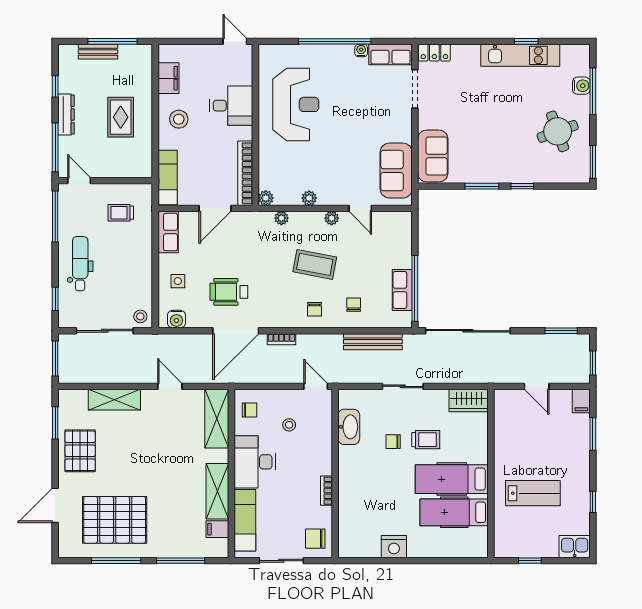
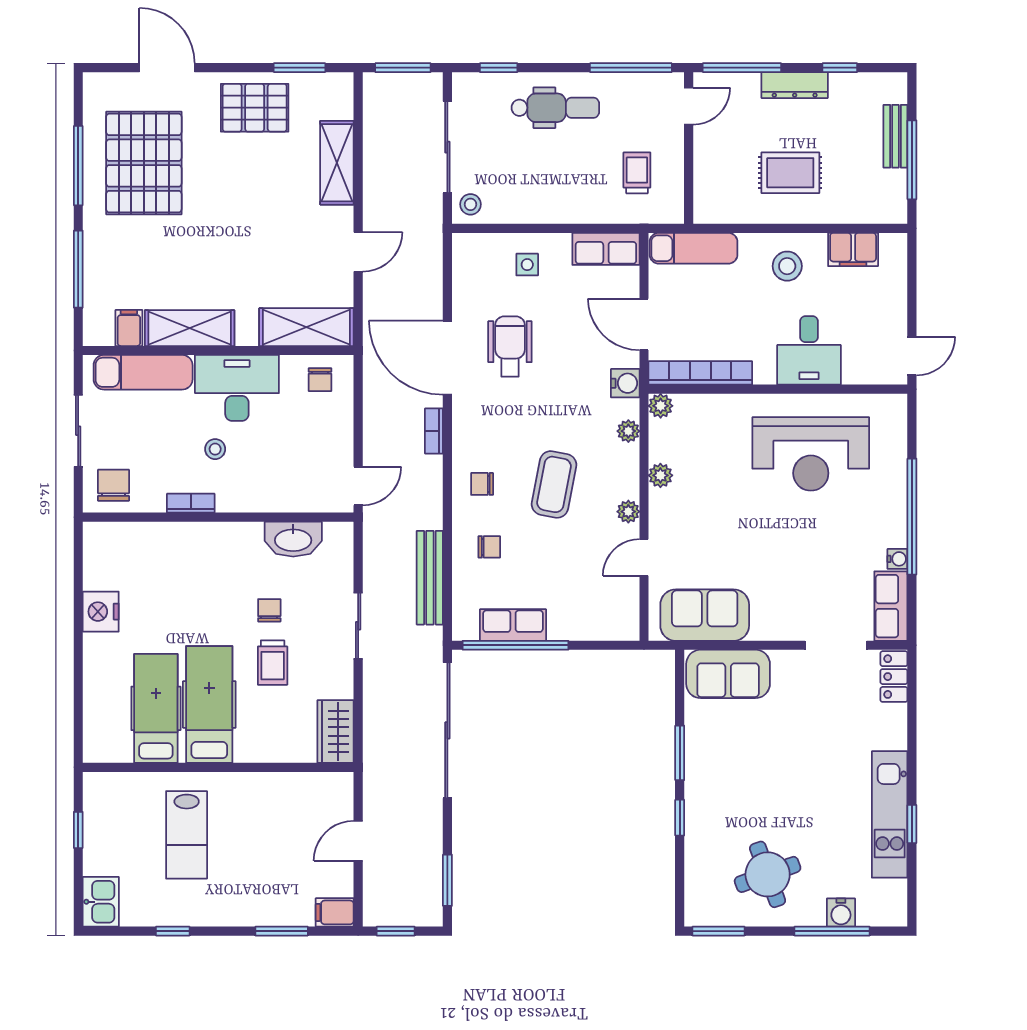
water cooler: (176, 319) -> (625, 383), moved, turned 180
stool: (289, 425) -> (215, 449), moved

